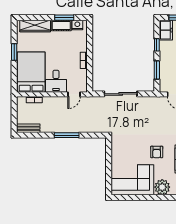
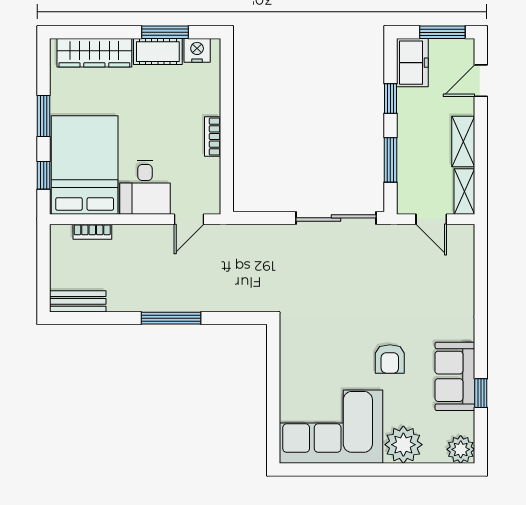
window: (14, 76) -> (44, 175), added
sliding door: (121, 94) -> (336, 218), moved

